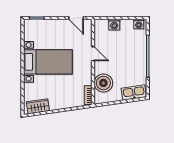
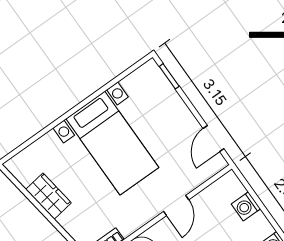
wardrobe: (38, 106) -> (48, 196), moved

